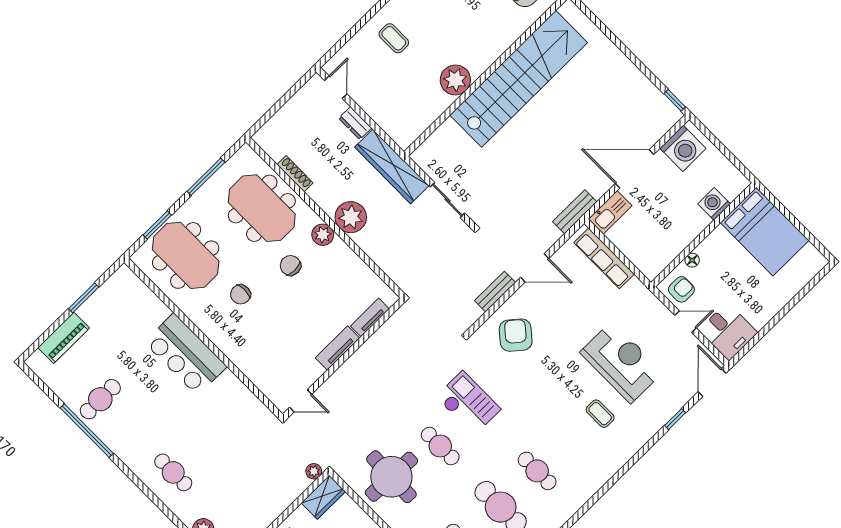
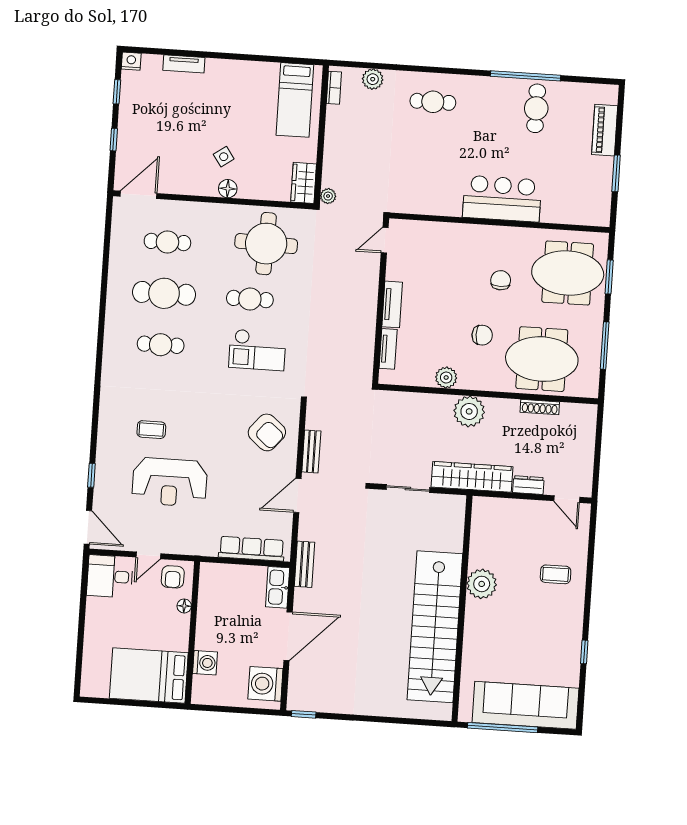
plant: (323, 235) -> (446, 378), moved

